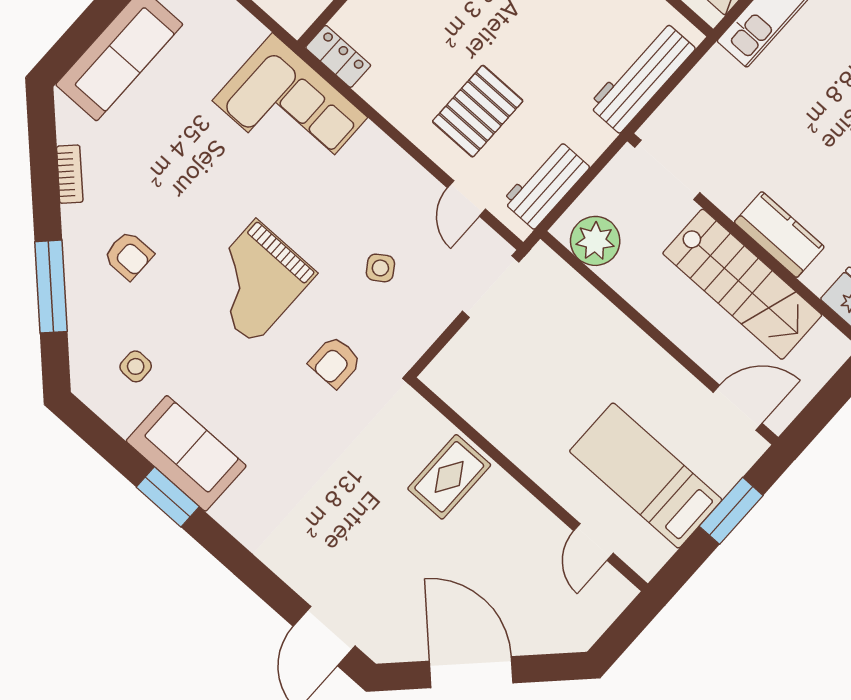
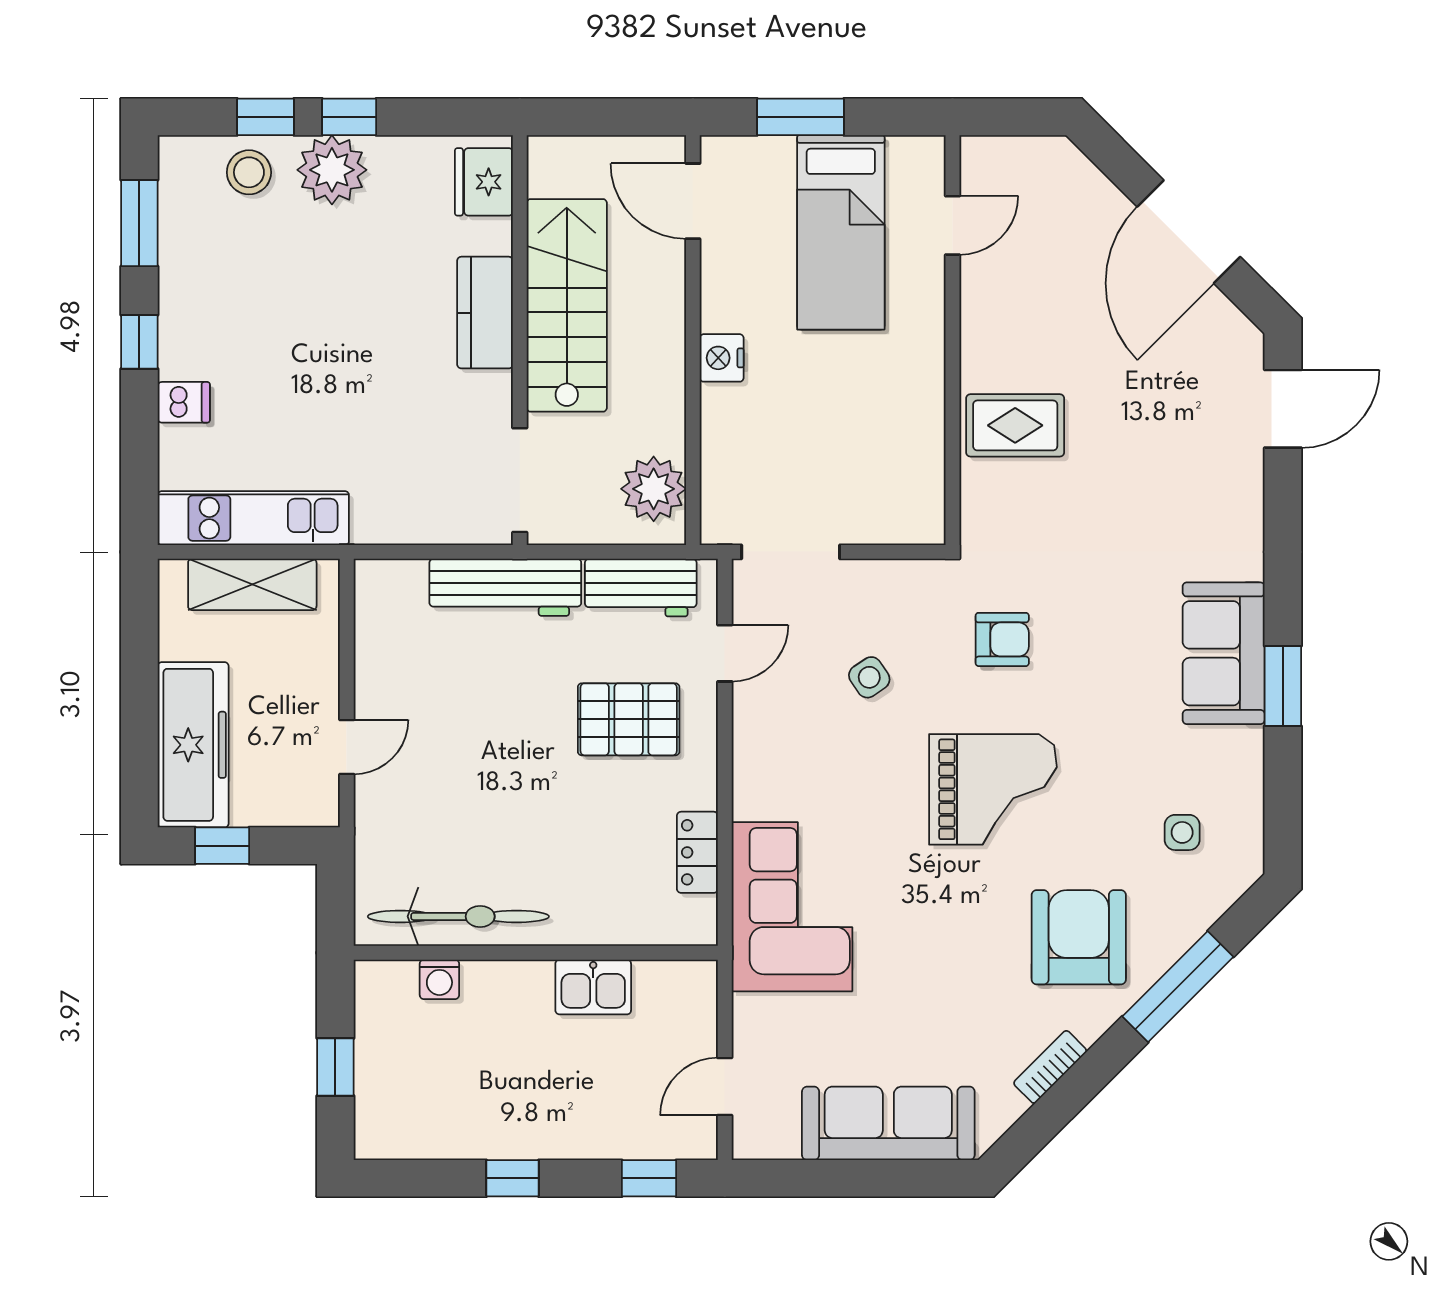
locker: (338, 56) -> (697, 852), moved
workbench: (642, 77) -> (505, 587), moved
armchair: (129, 255) -> (1079, 937), width x1.88, depth x1.88
nightstand: (635, 345) -> (722, 358), added
sofa: (186, 453) -> (1224, 653), moved

